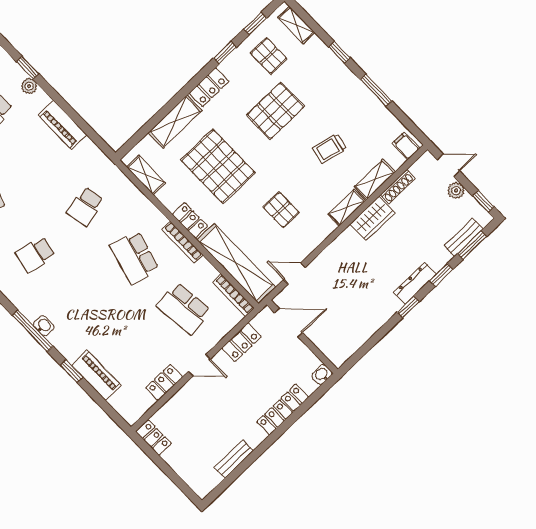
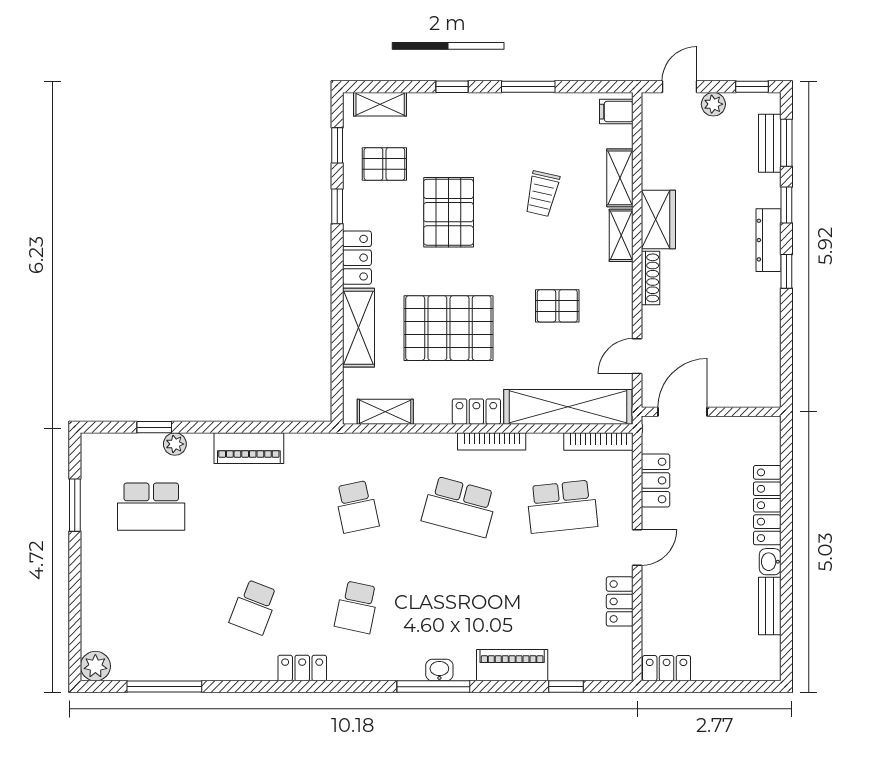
shoe rack: (398, 187) -> (650, 278), moved
window: (72, 371) -> (566, 687), moved
piano: (96, 375) -> (512, 665), moved
washbasin: (322, 375) -> (770, 562), moved

